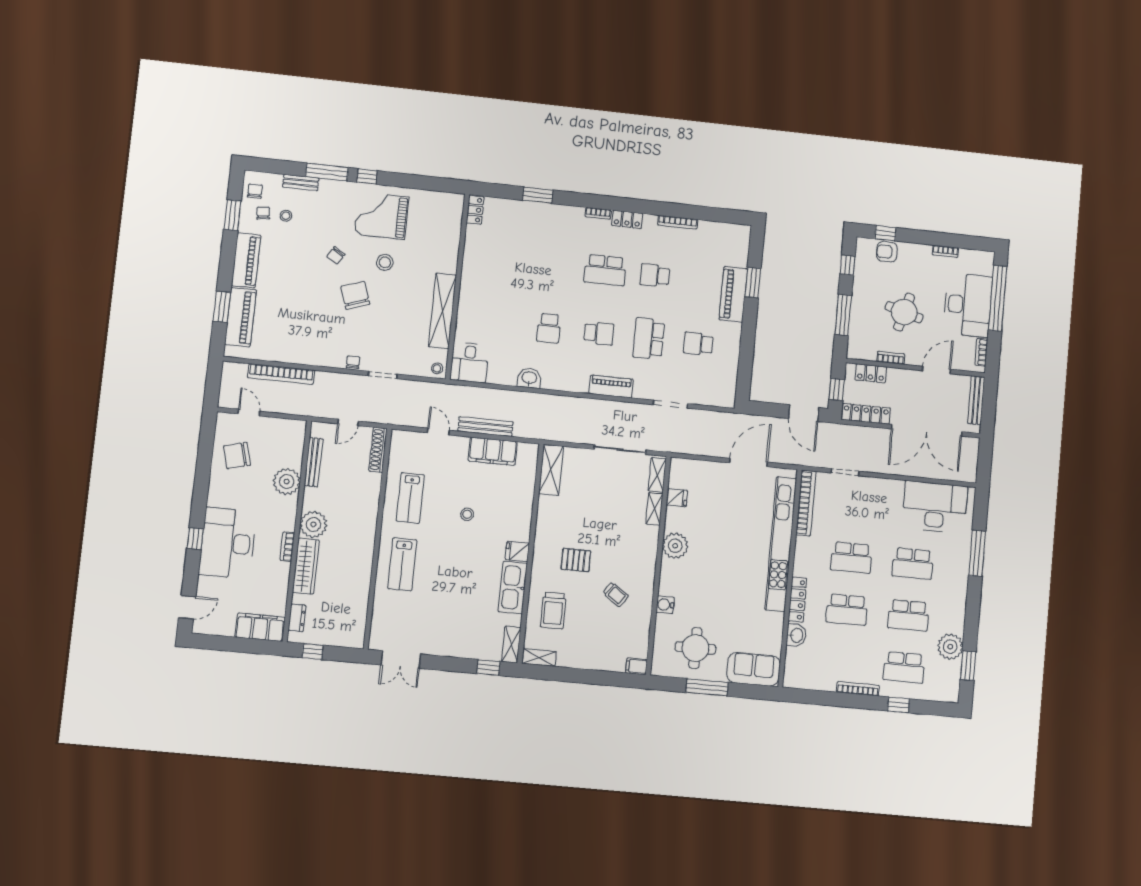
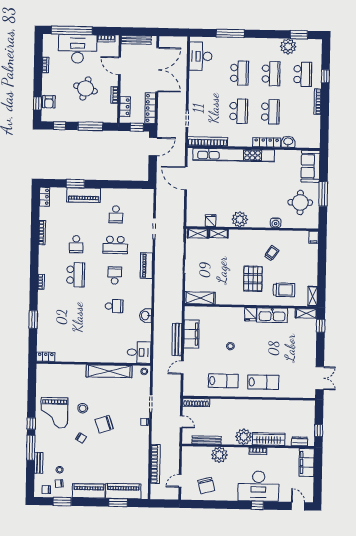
locker: (627, 219) -> (44, 197), moved
desk: (935, 507) -> (201, 56), width x0.73, depth x0.77
pallet: (576, 560) -> (253, 279), width x1.50, depth x1.42

